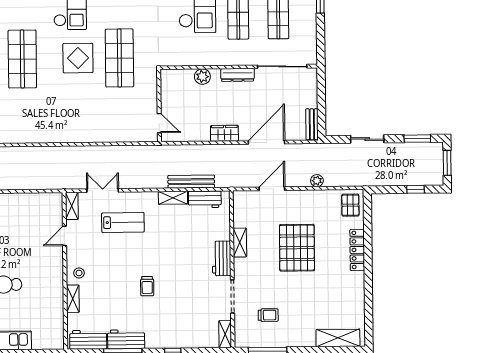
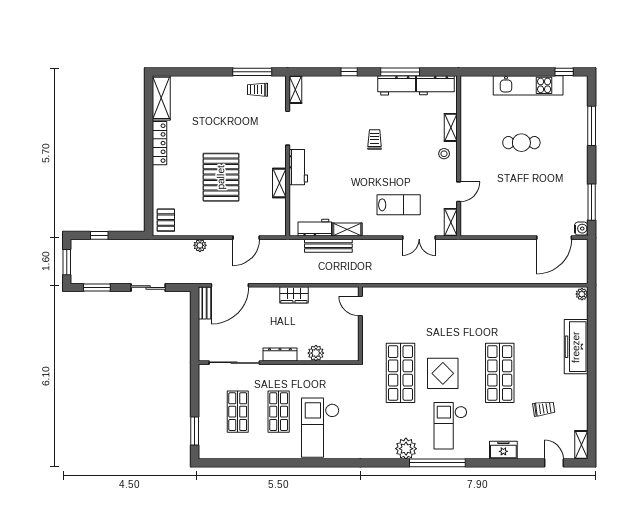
door: (266, 142) -> (230, 285), moved
lab bench: (123, 222) -> (399, 205), turned 180
locker: (357, 250) -> (159, 143), moved
trolley: (268, 315) -> (258, 90), moved
shelving: (338, 338) -> (161, 98), moved, turned 90

